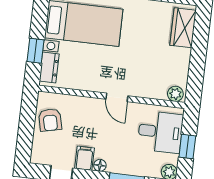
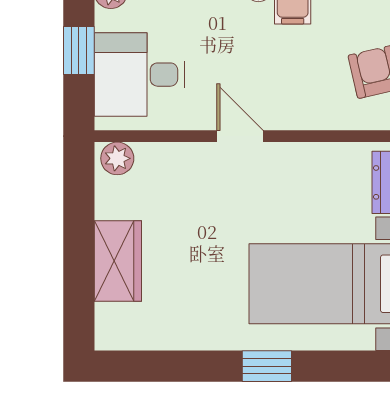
wardrobe: (183, 28) -> (118, 261), moved

